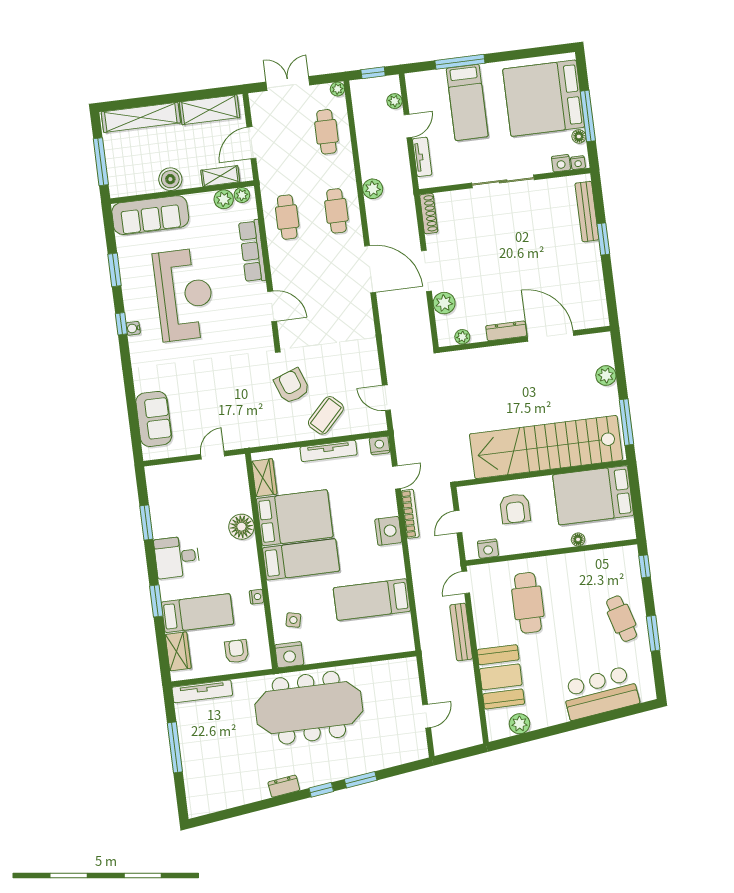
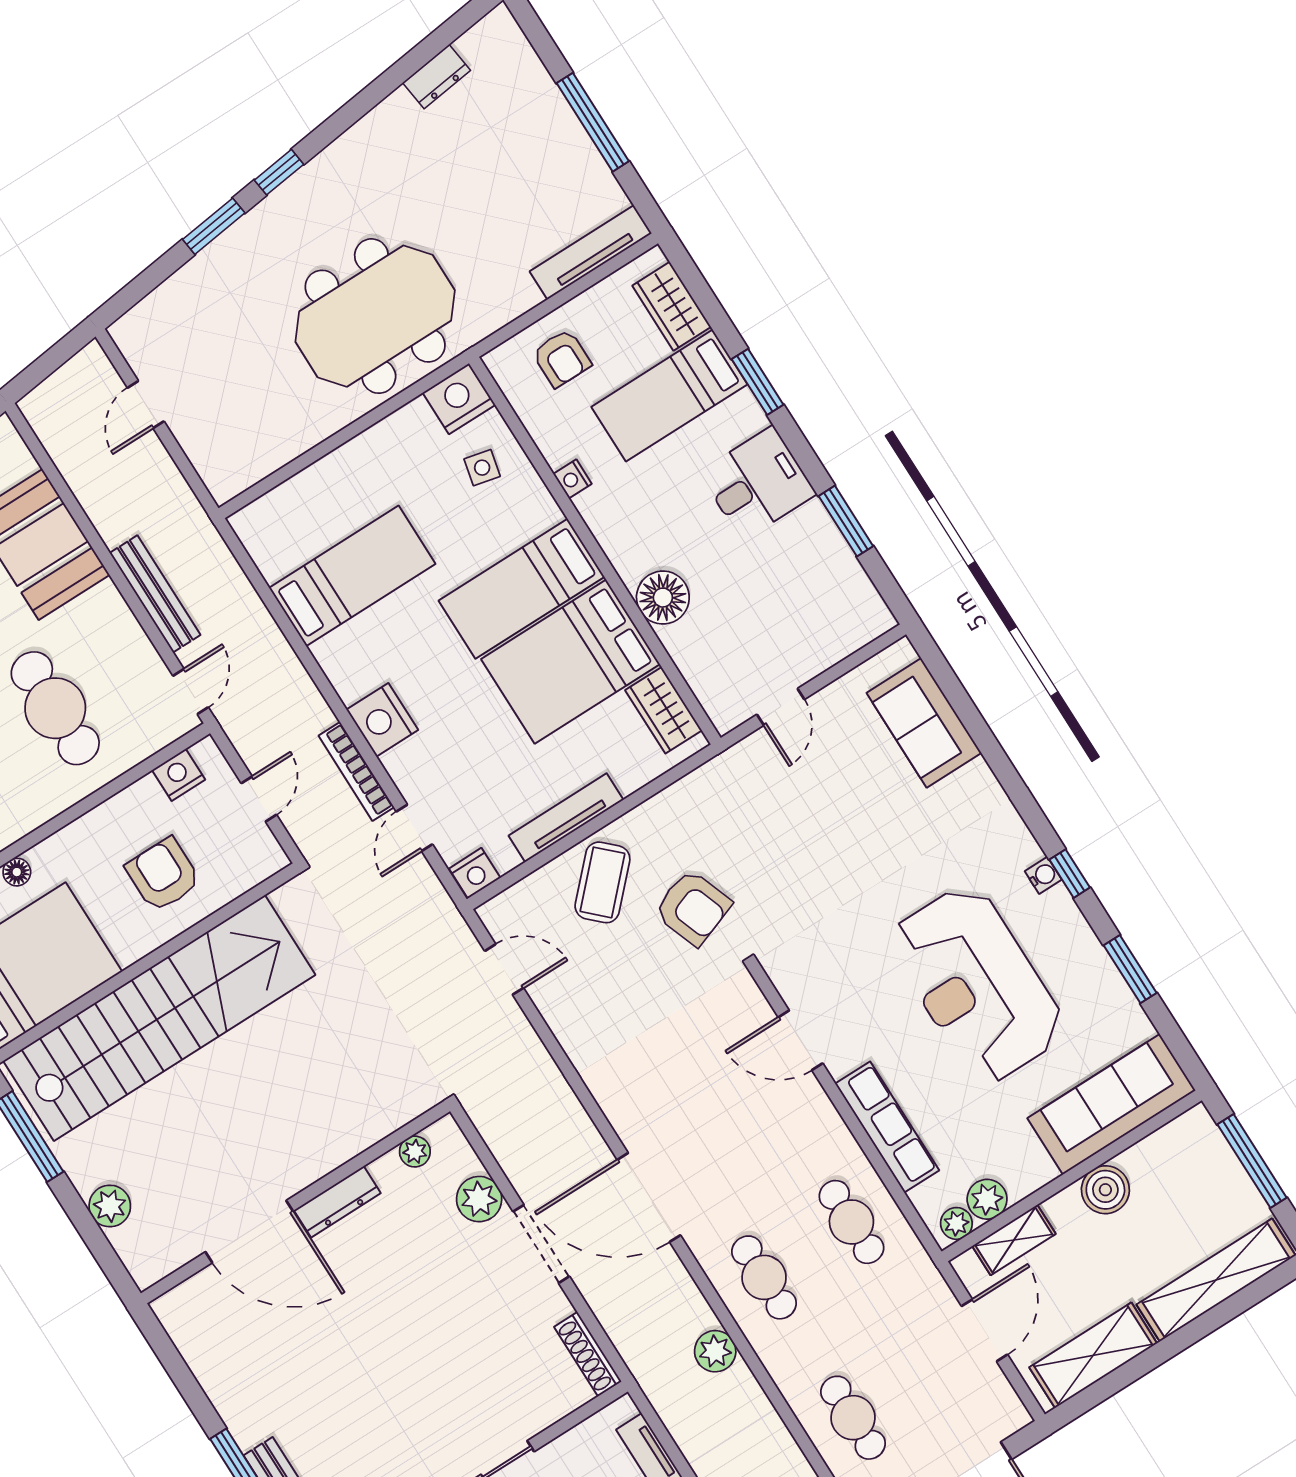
meeting table: (309, 708) -> (375, 316), width x0.73
dresser: (284, 786) -> (437, 77), moved

